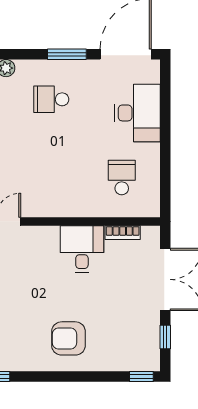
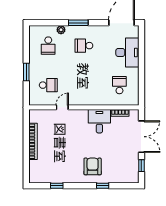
window: (67, 54) -> (78, 23), moved
armchair: (68, 338) -> (93, 166), turned 90
window: (141, 377) -> (103, 186), moved

